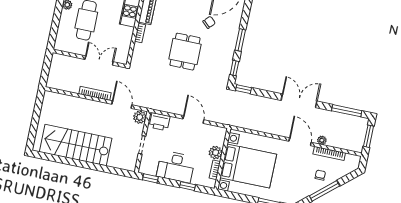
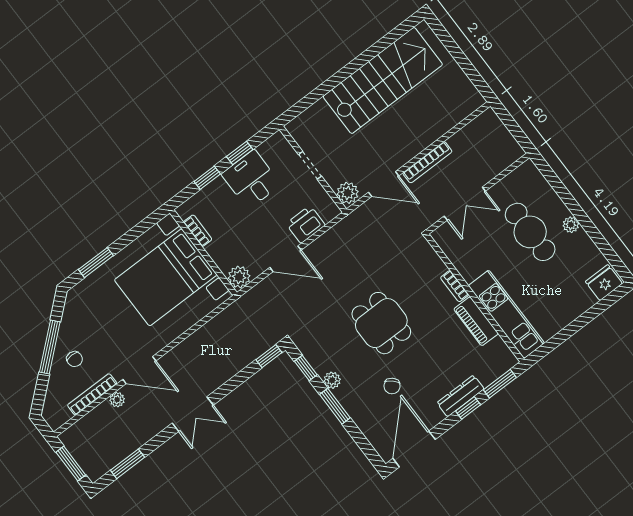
plant: (230, 51) -> (332, 380), added
double door: (299, 101) -> (193, 414), width x0.73
window: (347, 111) -> (127, 464), width x0.69
printer: (159, 122) -> (306, 224), moved
plant: (216, 153) -> (239, 277), moved
desk: (176, 167) -> (251, 179), width x0.73
window: (150, 178) -> (240, 153), moved

